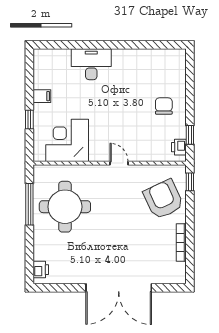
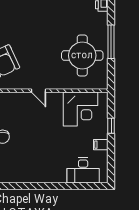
desk: (91, 64) -> (83, 170), moved
window: (29, 204) -> (111, 42), moved

